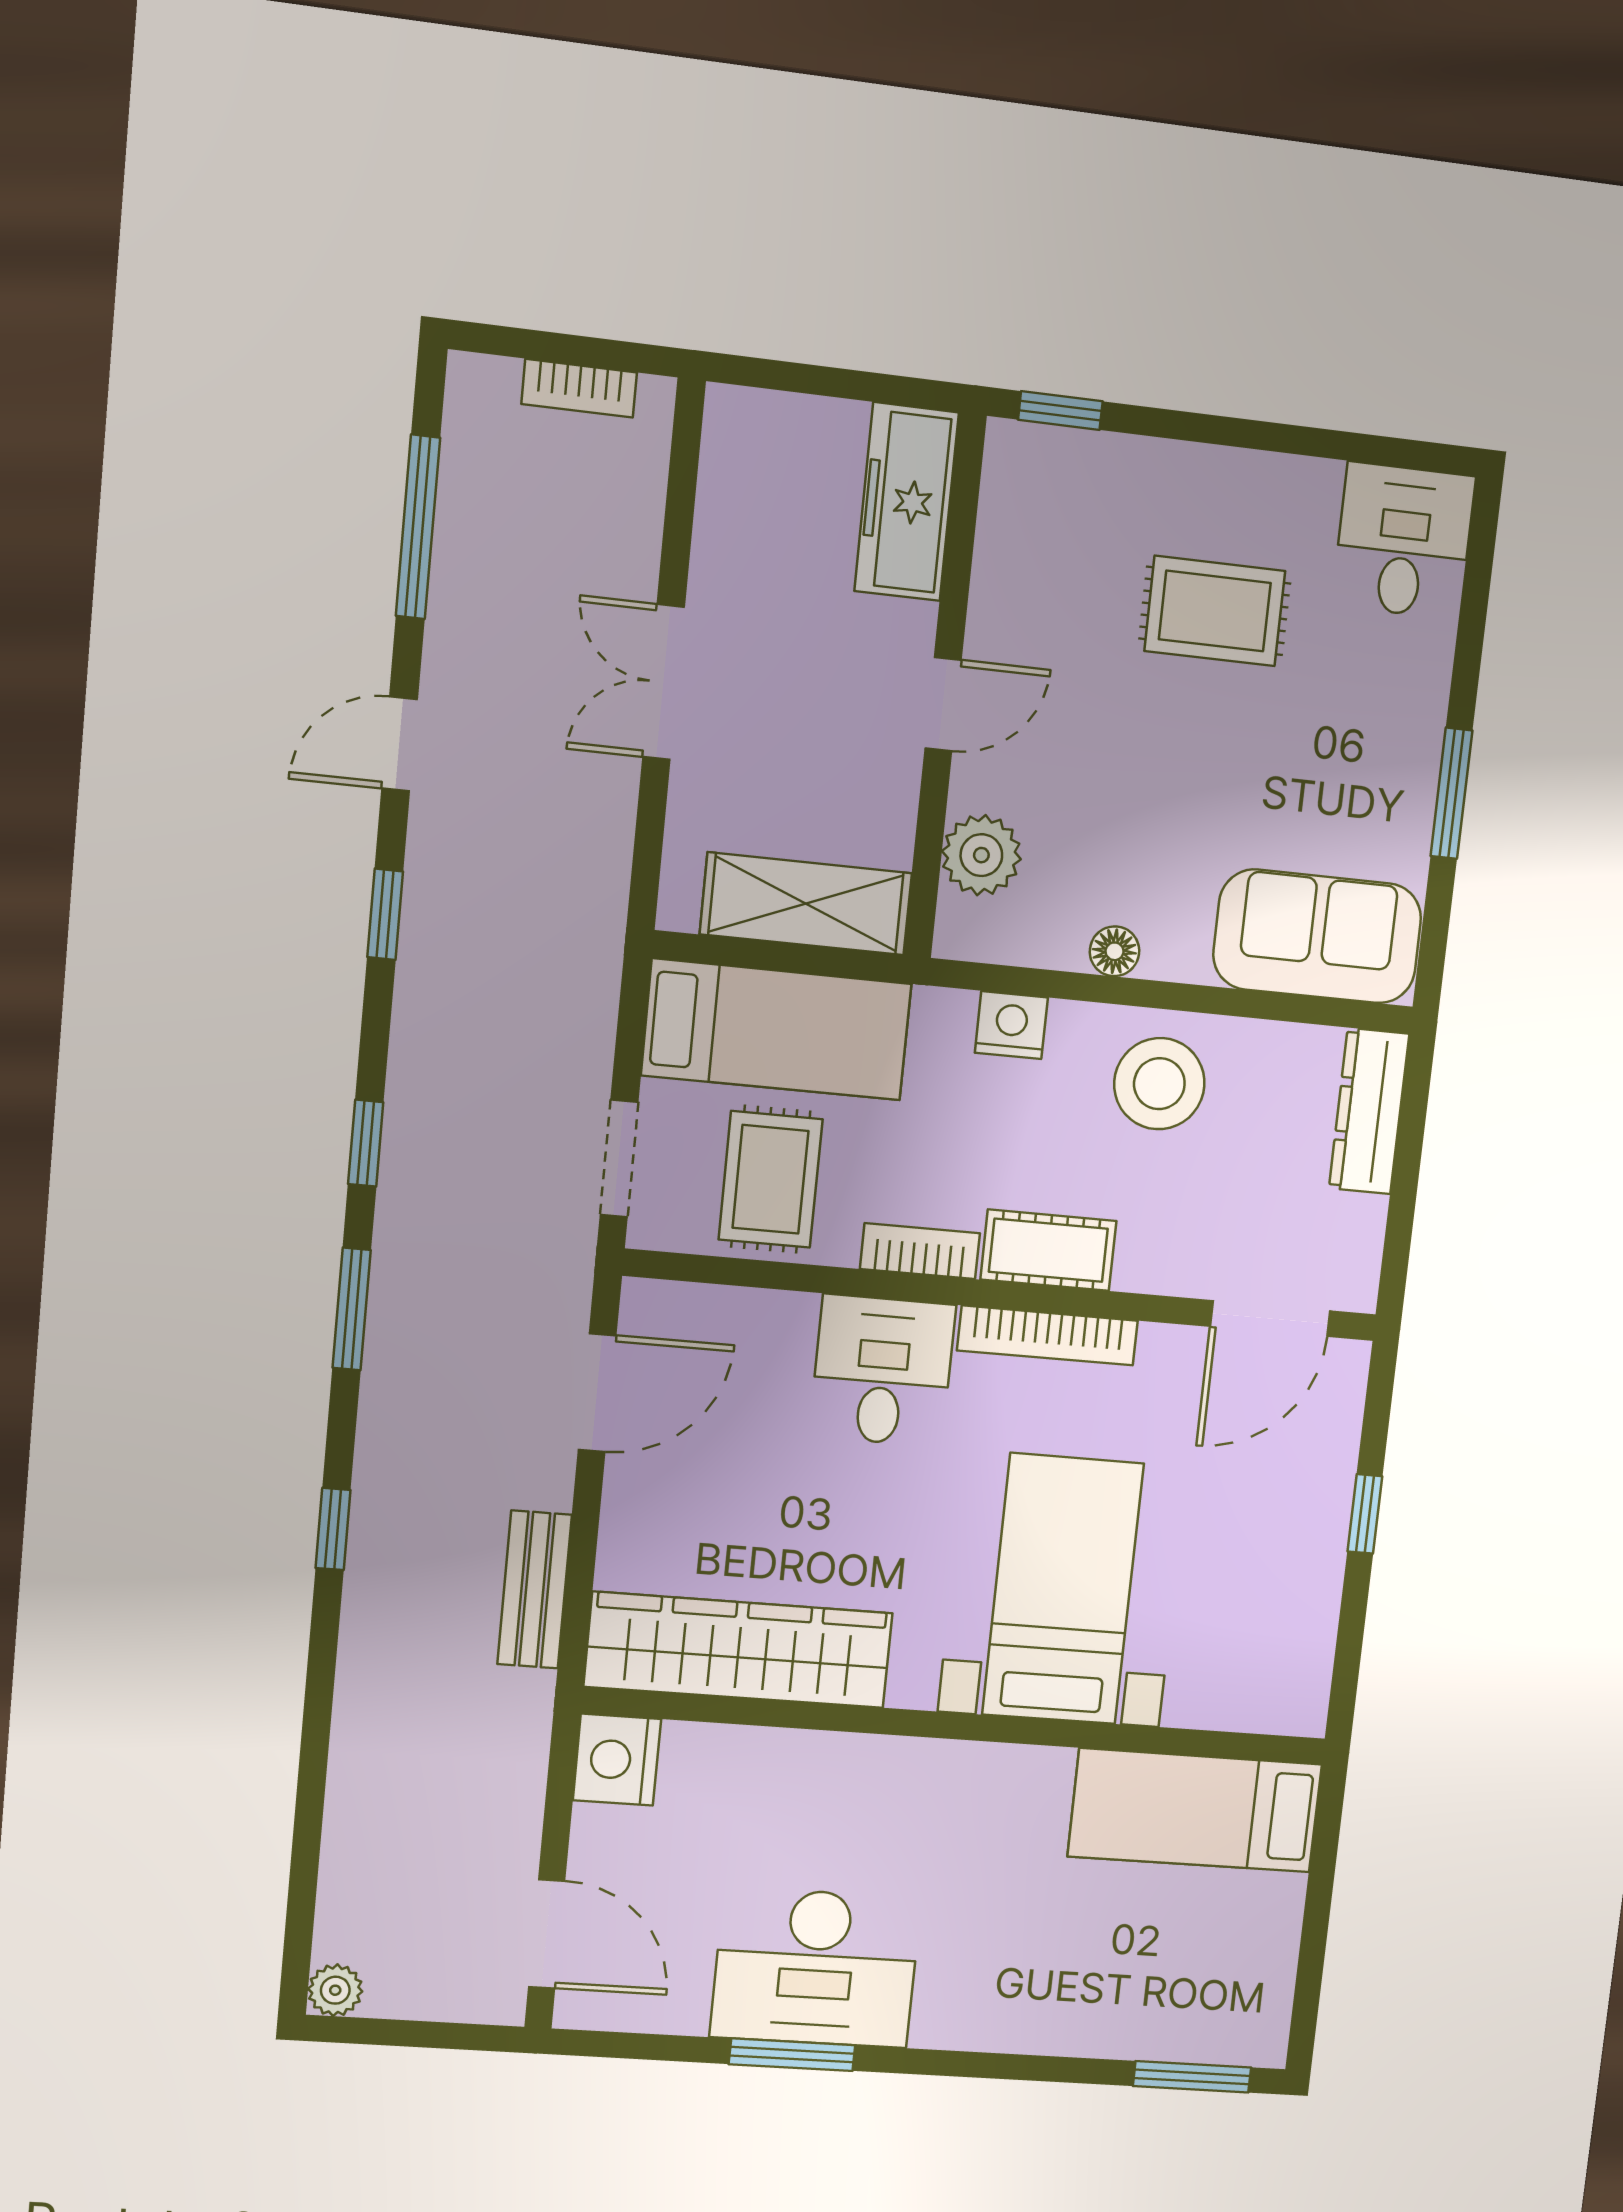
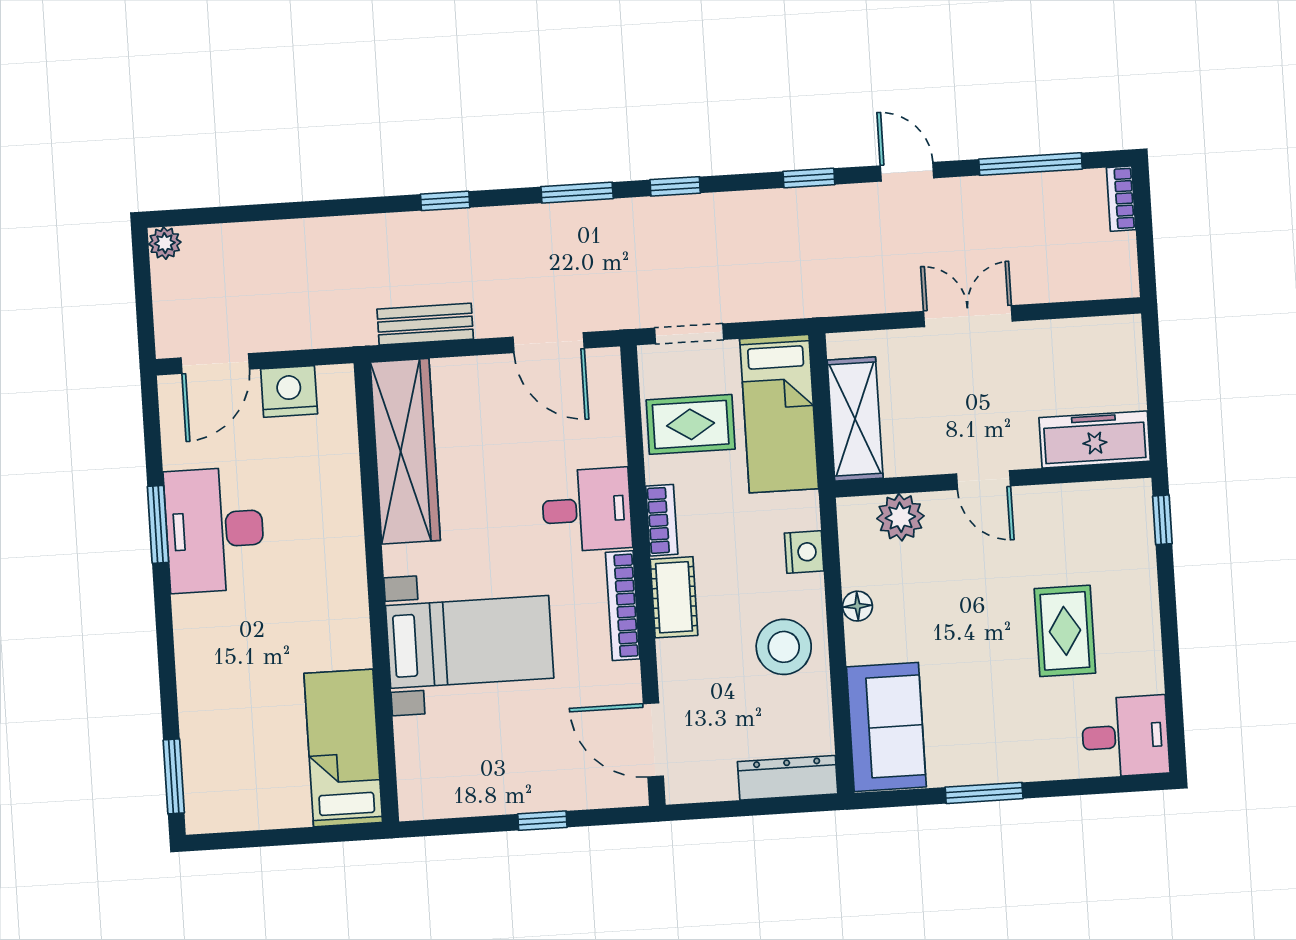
bookcase: (579, 388) -> (1121, 199), moved
nightstand: (617, 1760) -> (289, 391), moved

